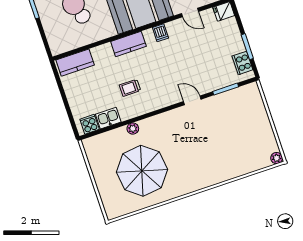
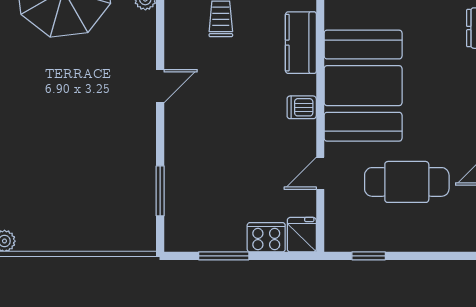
cooker: (242, 63) -> (266, 237), moved
door: (192, 100) -> (160, 86), moved

